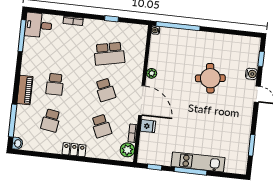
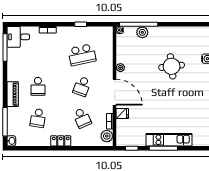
plant: (181, 36) -> (142, 32), added
school desk: (105, 90) -> (82, 86), turned 45

